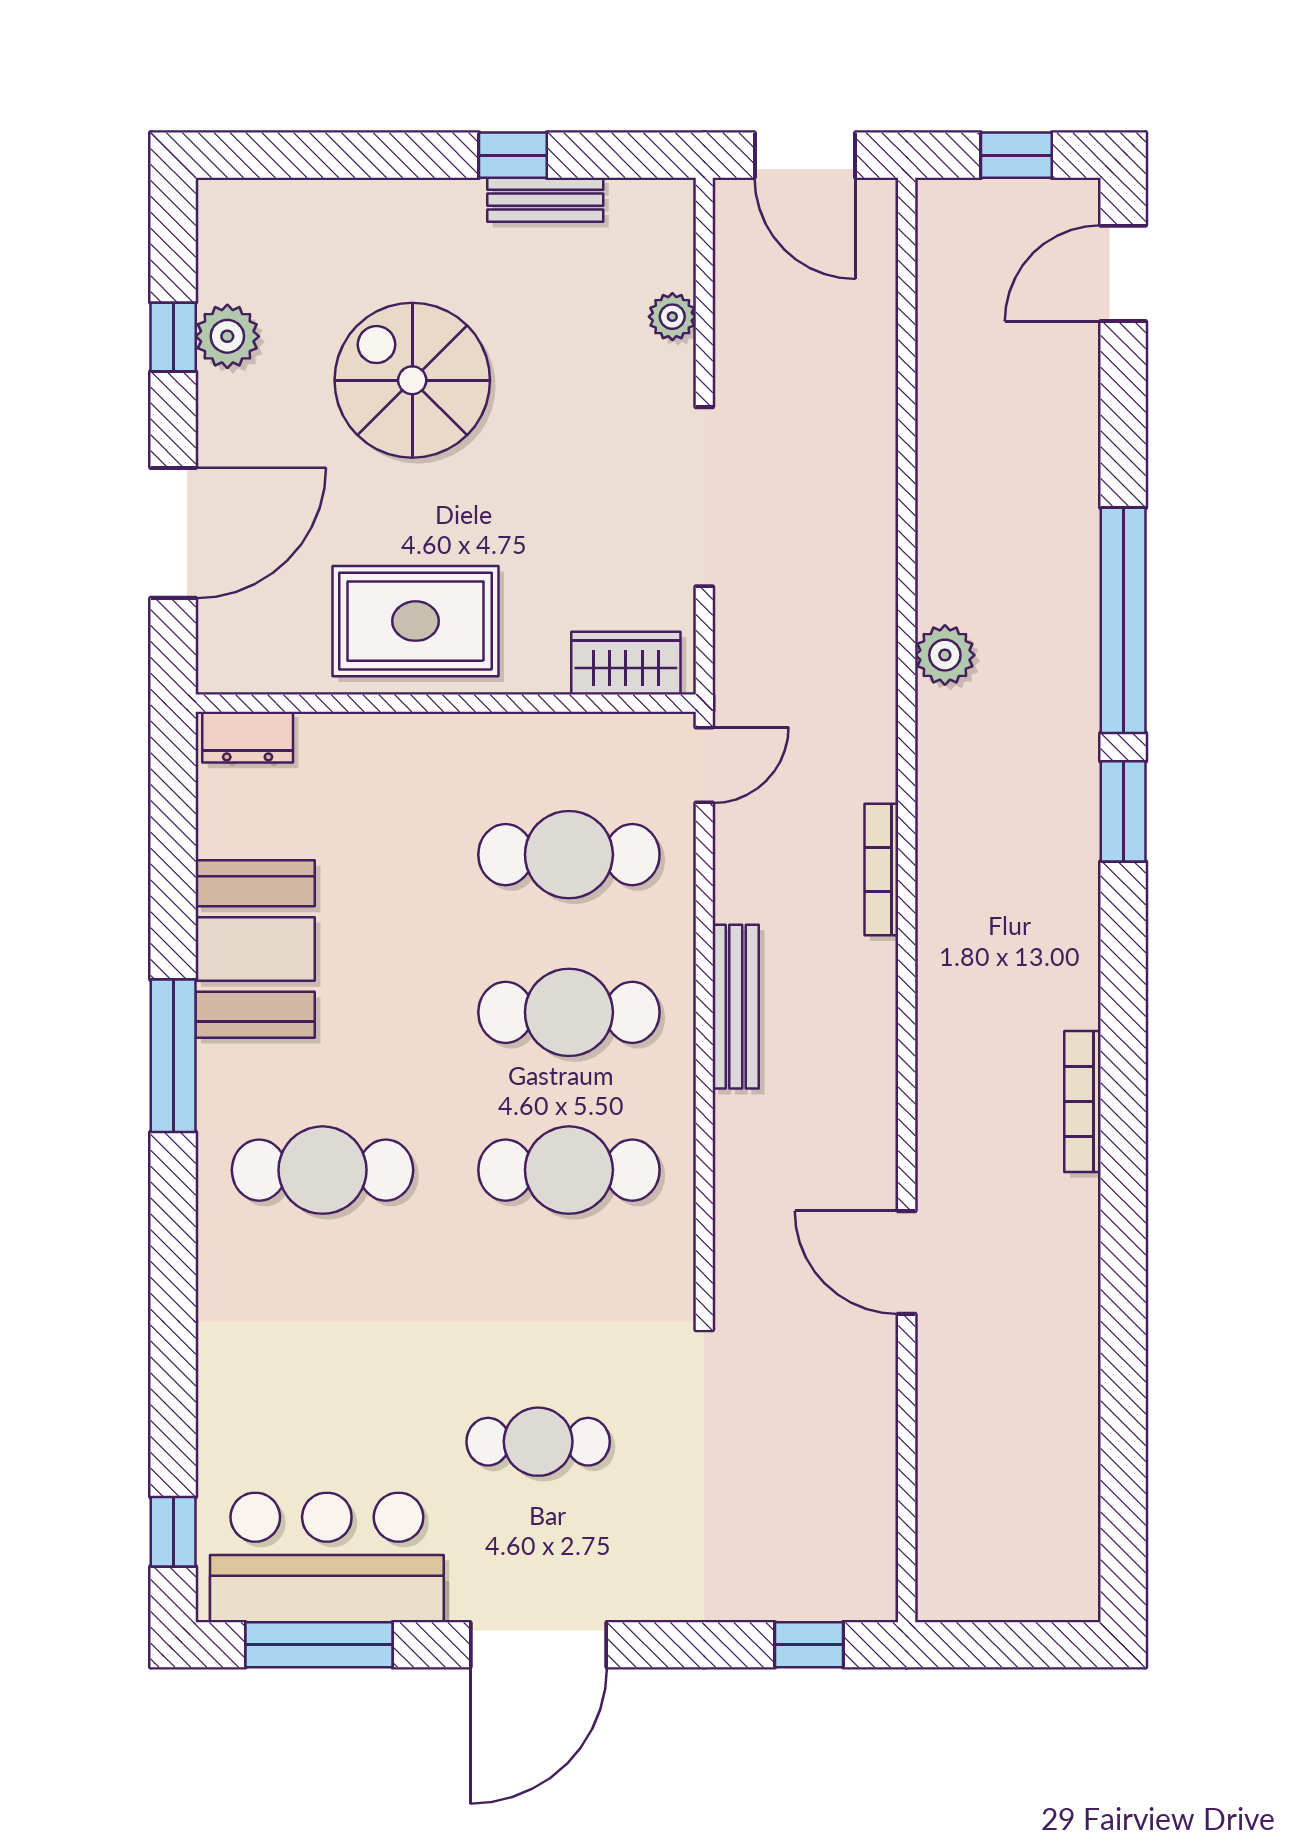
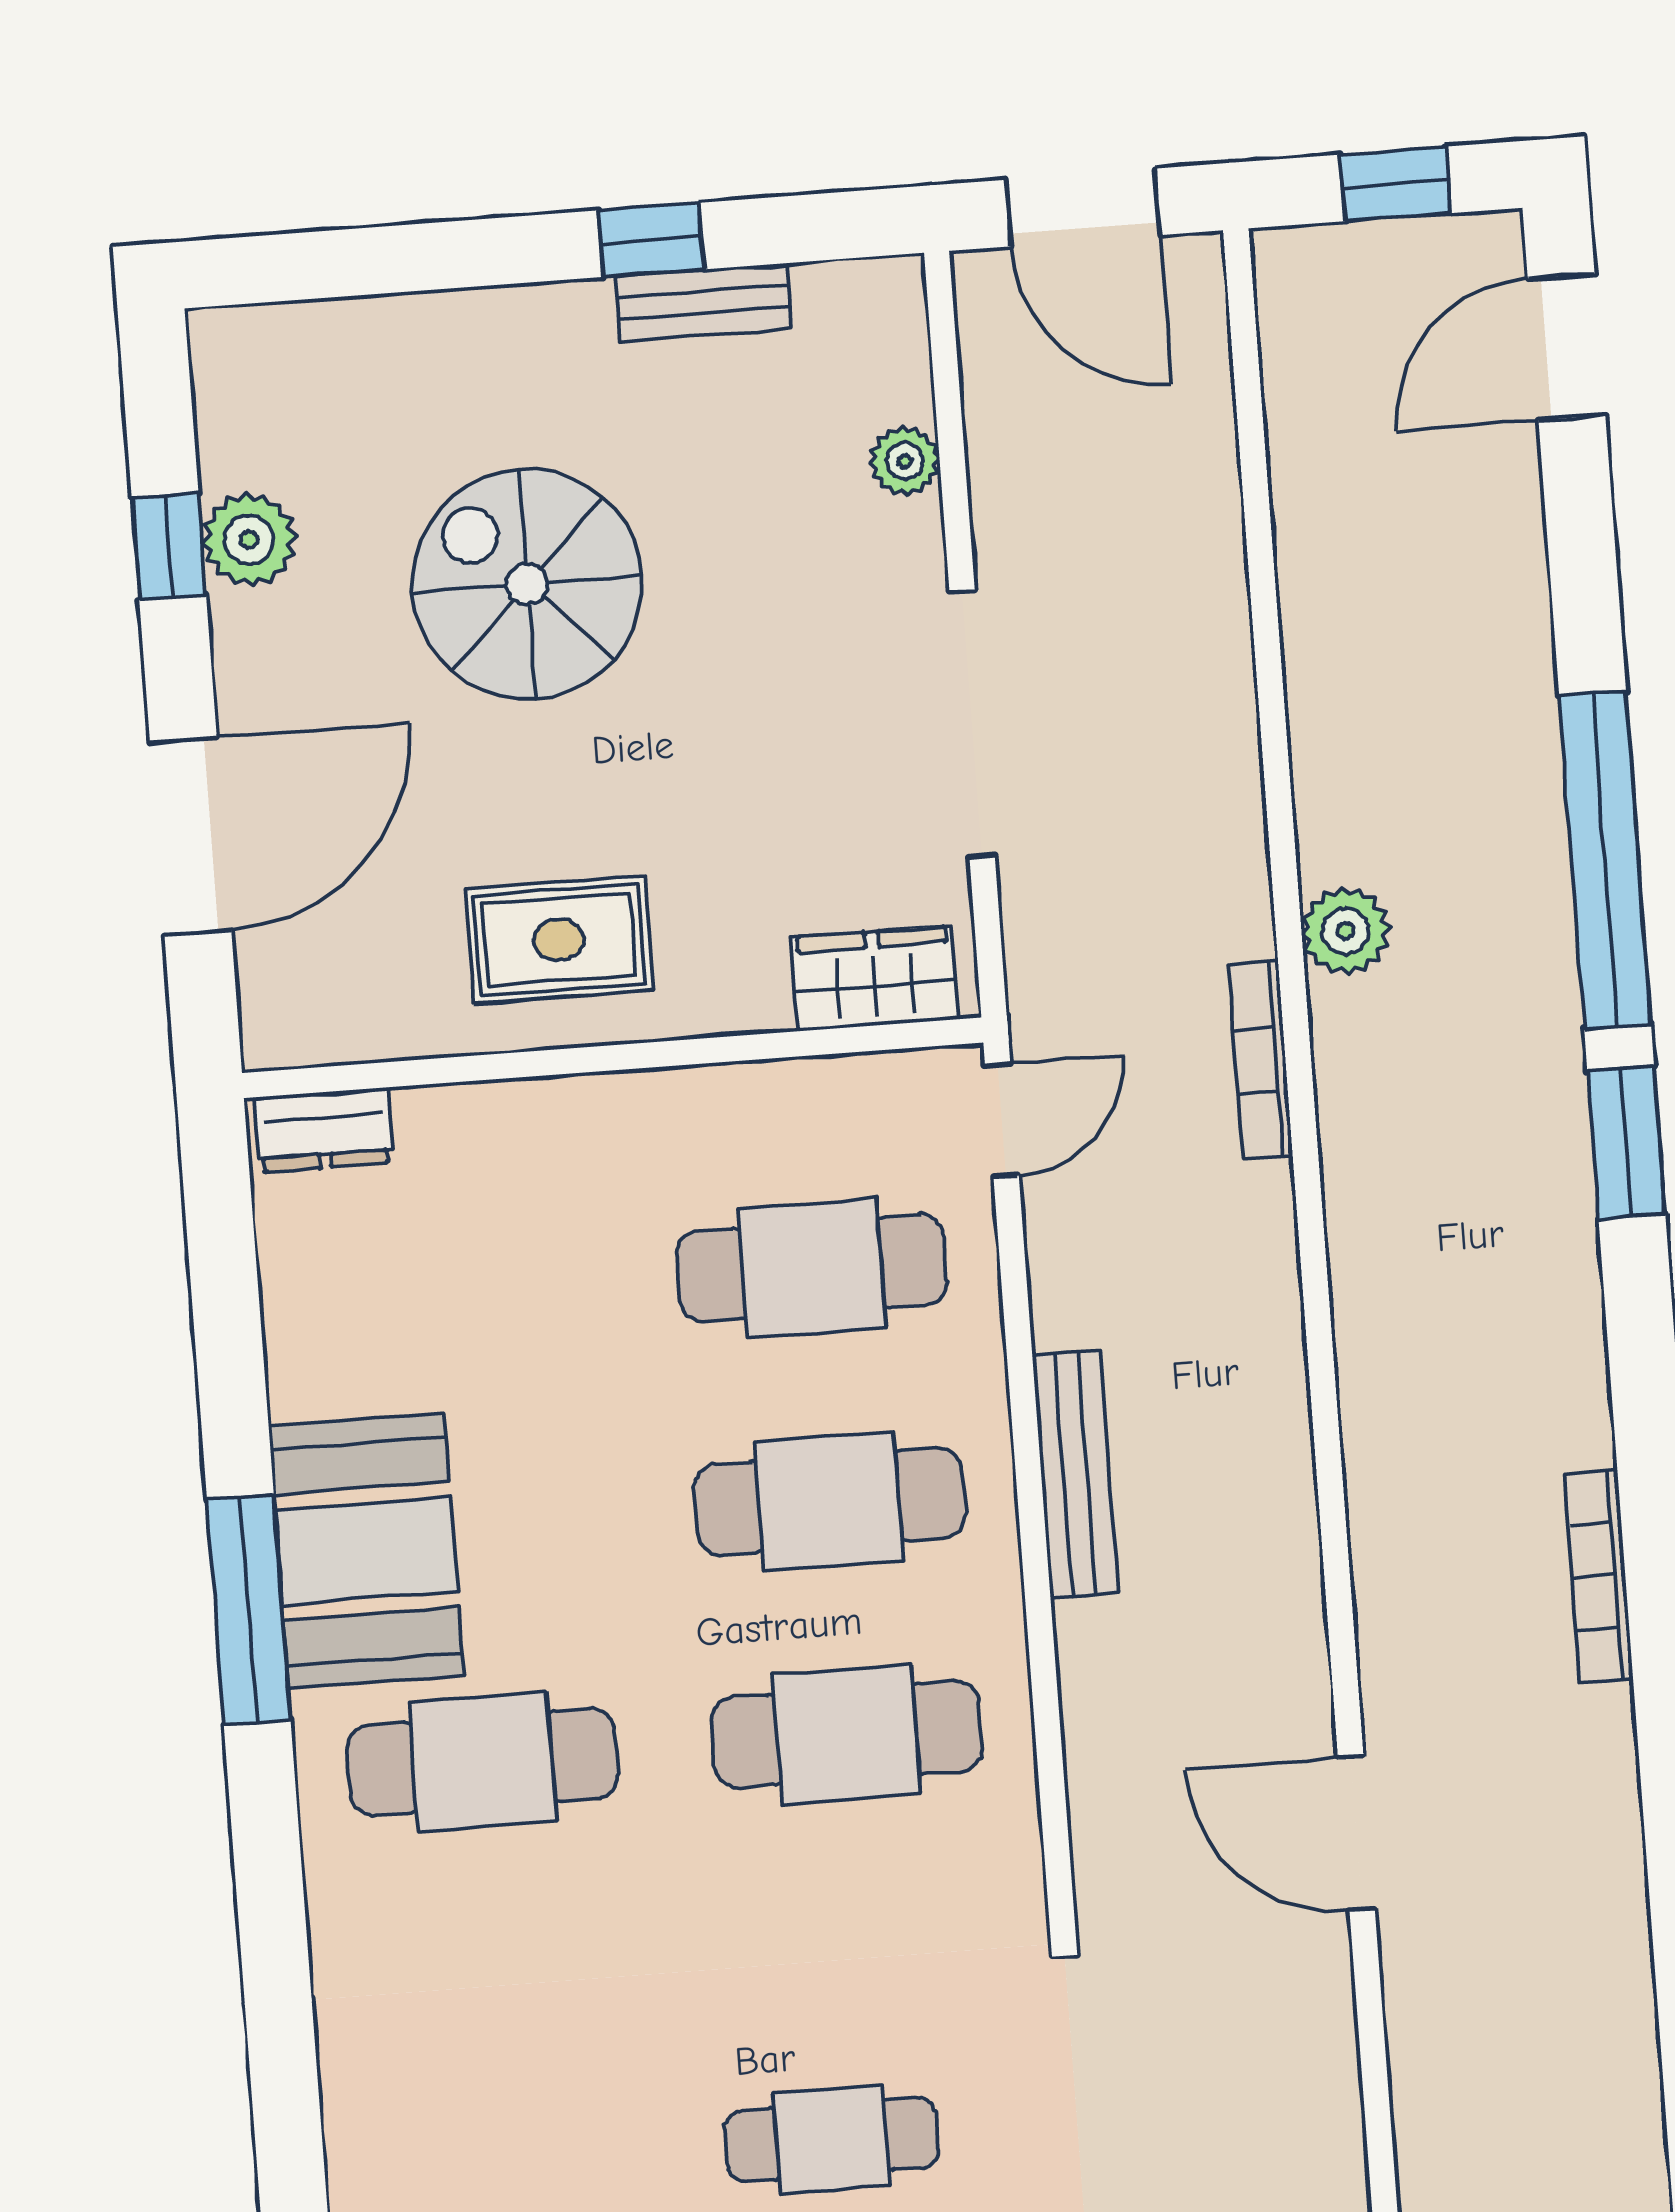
rug: (416, 621) -> (559, 940), width x0.73, depth x0.70
bookcase: (881, 869) -> (1261, 1060), moved
booth: (255, 949) -> (366, 1551), moved

